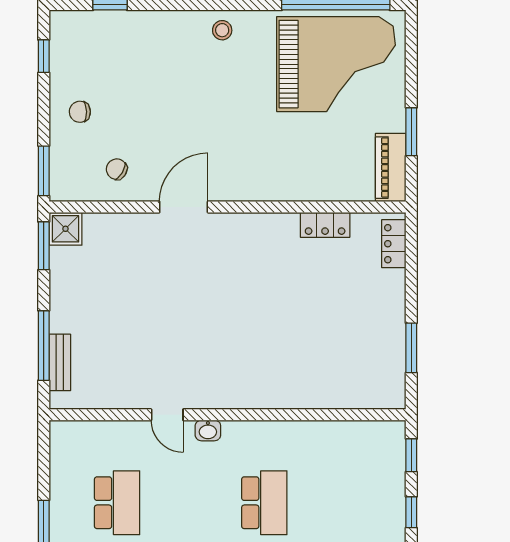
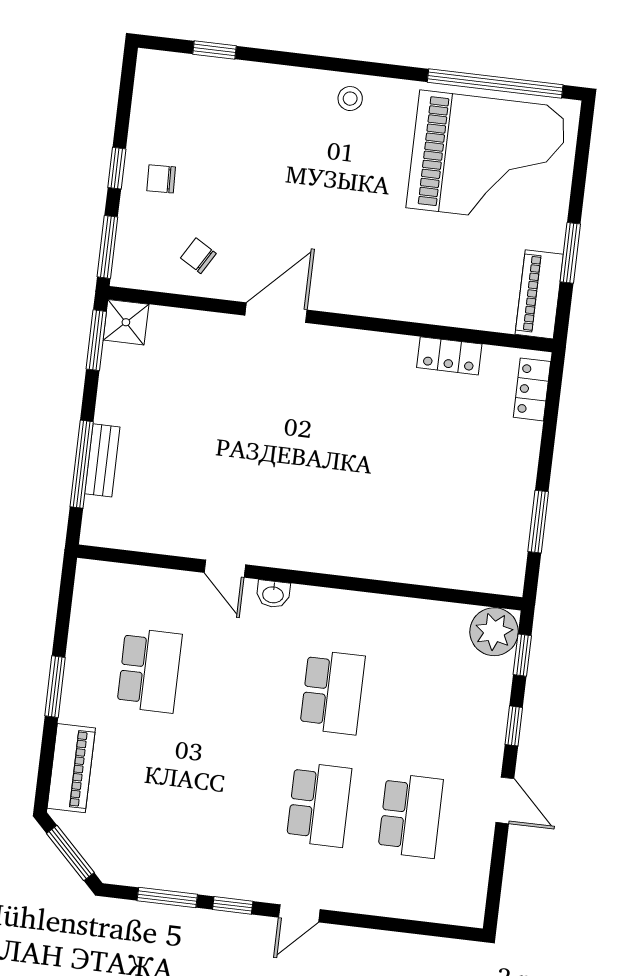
window: (44, 56) -> (117, 168), moved
bench: (60, 362) -> (102, 460), moved
plant: (387, 439) -> (494, 632), added

